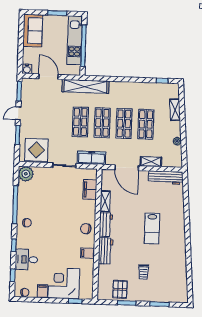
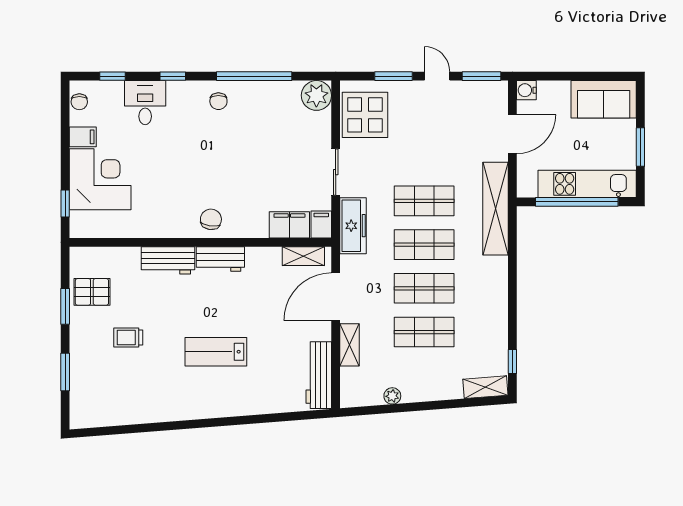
shelving: (175, 110) -> (485, 387), moved
shelving: (105, 201) -> (303, 256), moved
filing cabinet: (88, 253) -> (321, 224), moved

